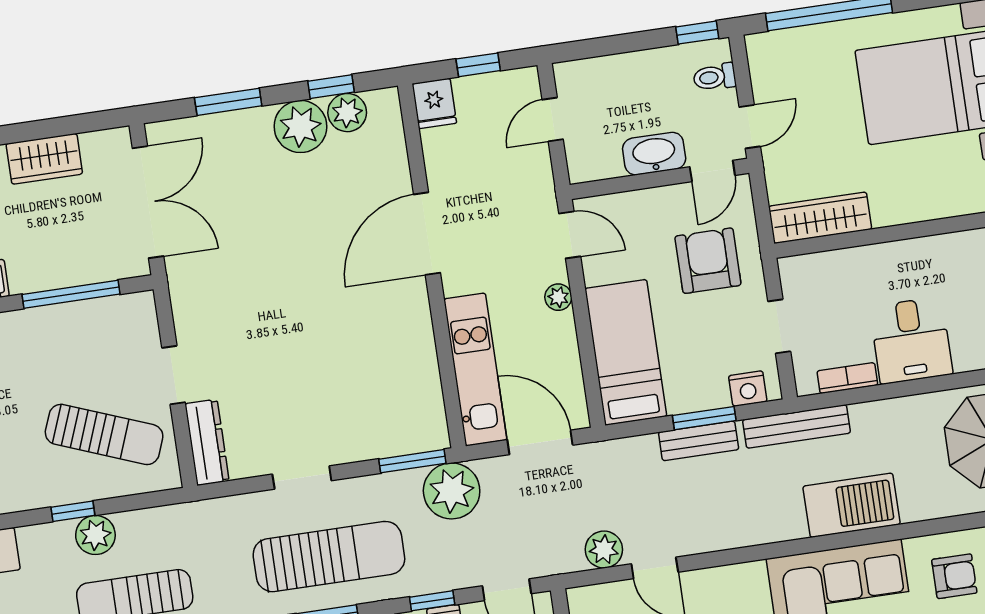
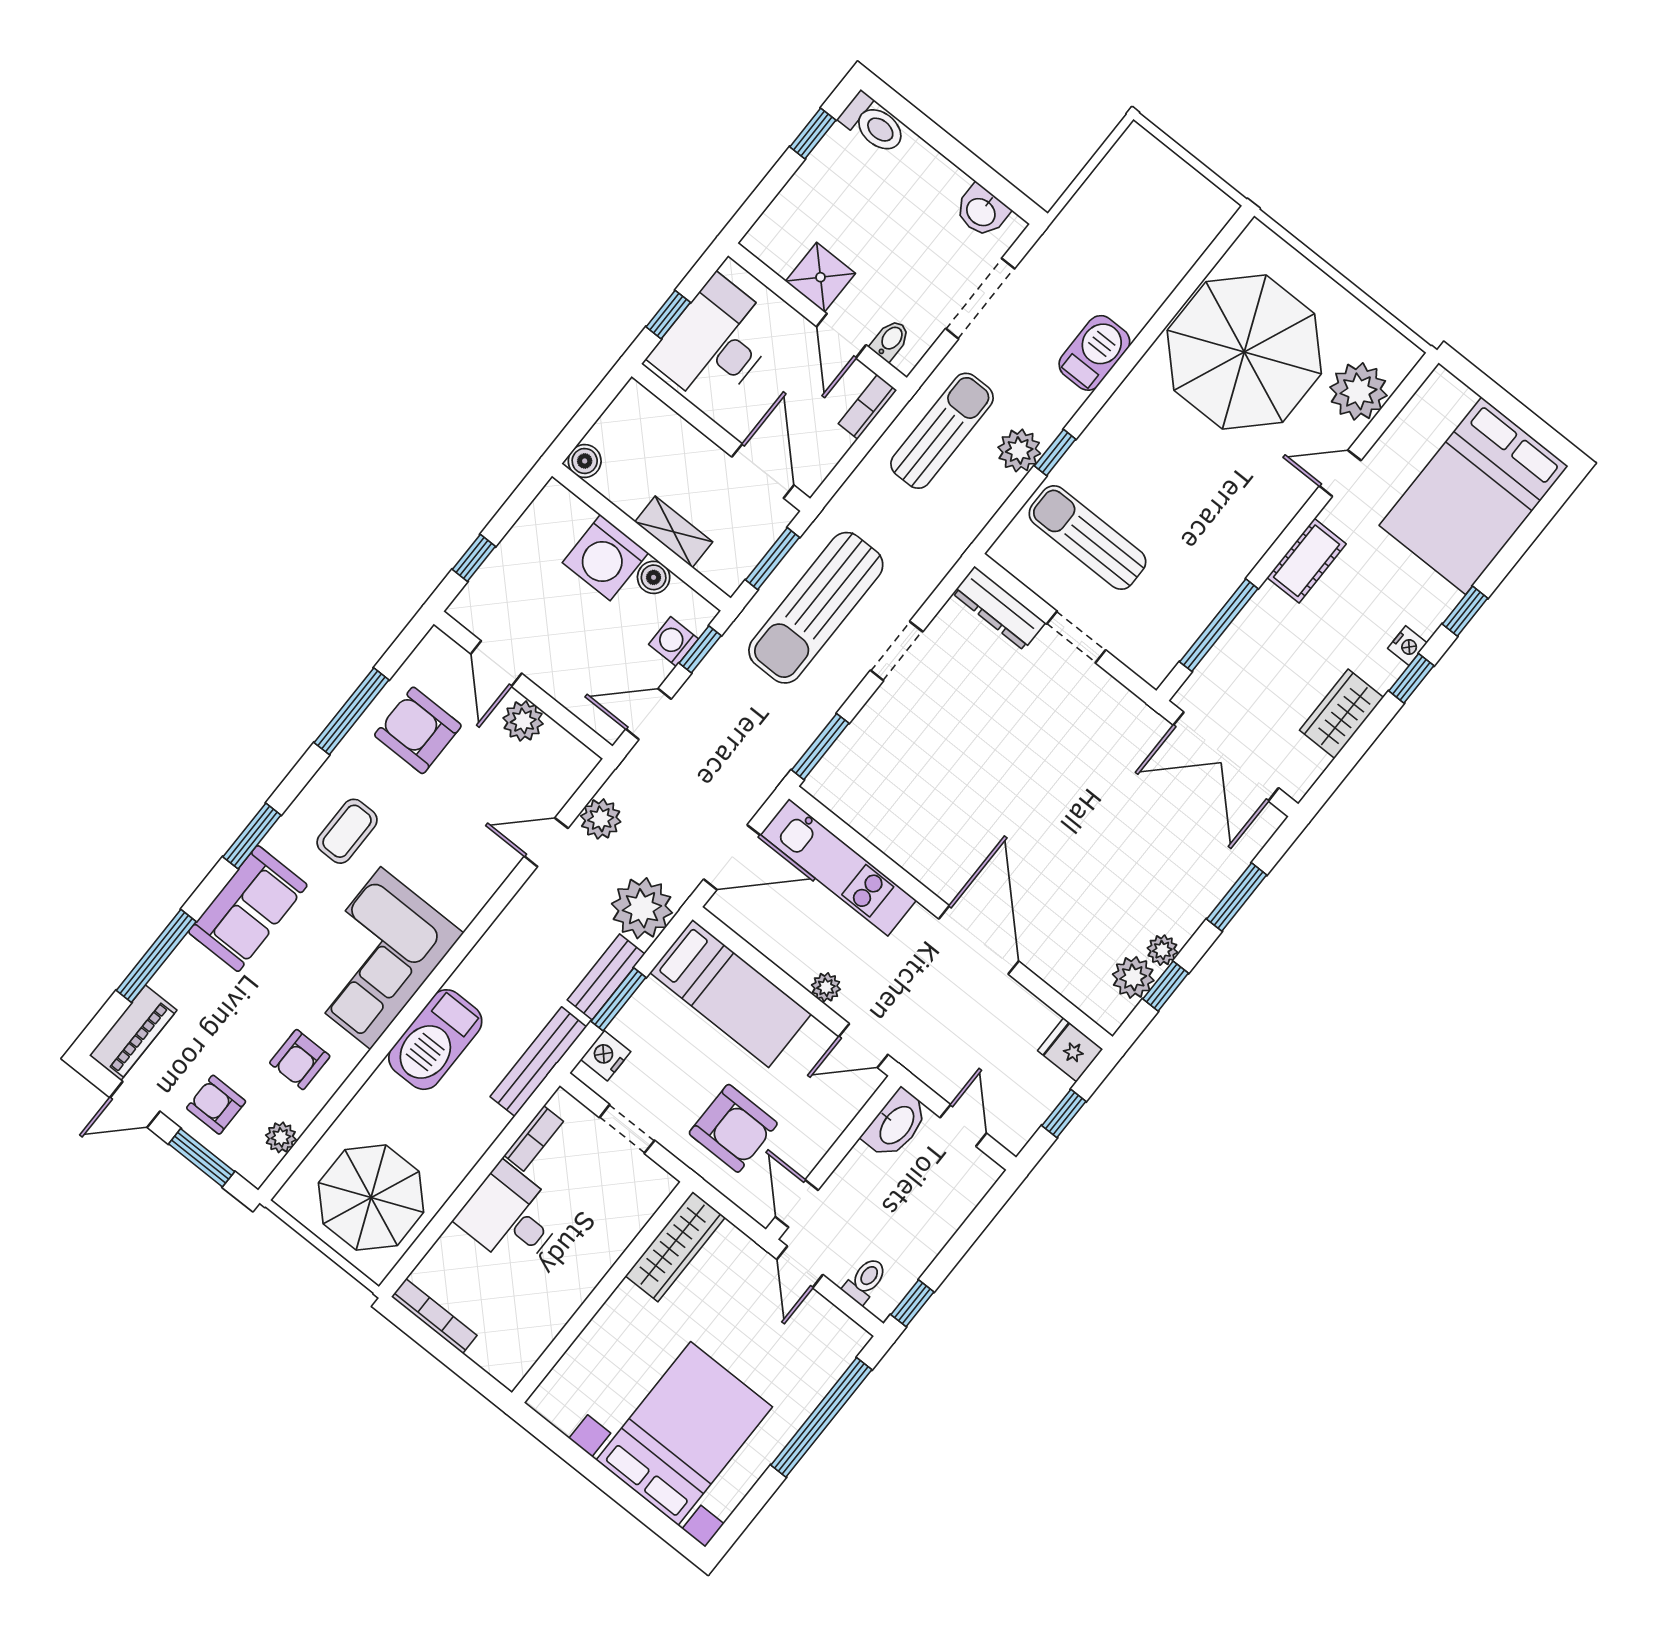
plant: (300, 127) -> (1162, 950), width x0.53, depth x0.53
washbasin: (654, 154) -> (896, 1124), moved
sun lounger: (104, 434) -> (1087, 538), turned 69
plant: (452, 491) -> (642, 908), moved

